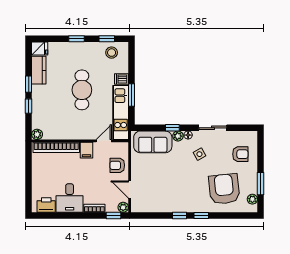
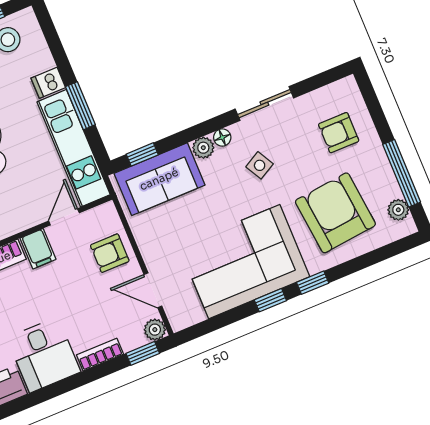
window: (172, 128) -> (142, 154), moved
armchair: (240, 154) -> (339, 133), turned 180
window: (261, 184) -> (402, 173), width x1.44
corner sofa: (175, 194) -> (244, 262), added

